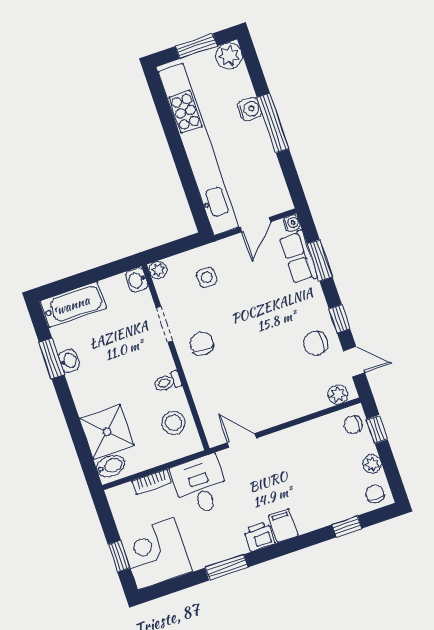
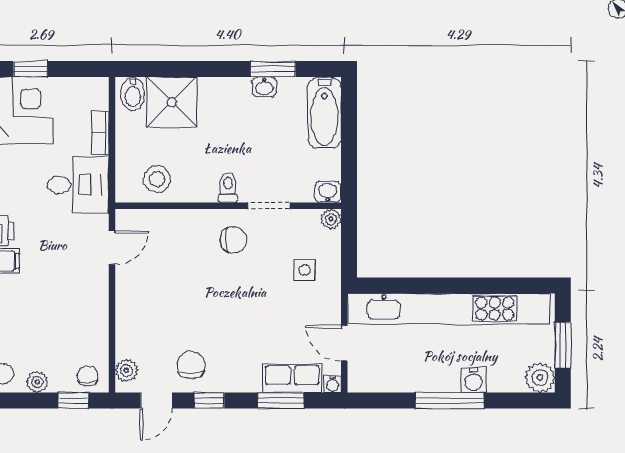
toilet: (167, 382) -> (228, 187), moved

